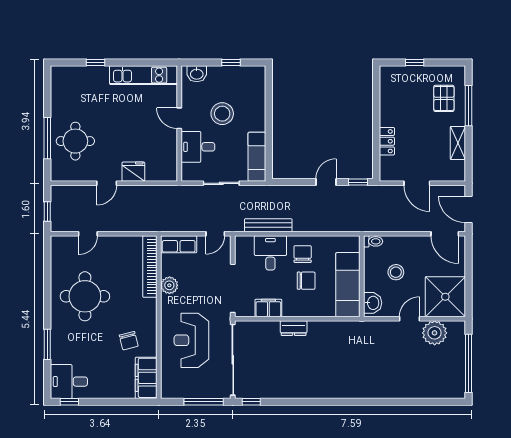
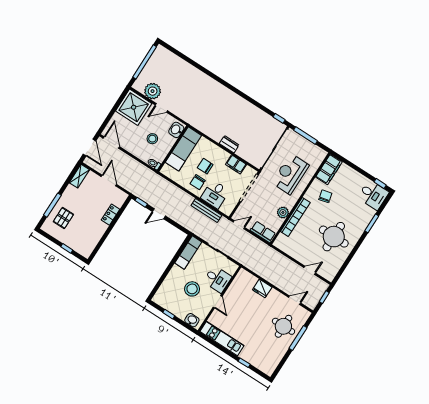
shelving: (458, 143) -> (79, 176), moved
door: (107, 183) -> (295, 300), moved
bookcase: (150, 267) -> (295, 217), moved
reception desk: (191, 340) -> (290, 174), turned 180

